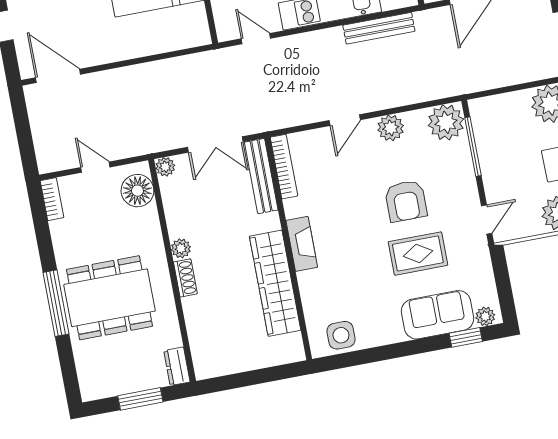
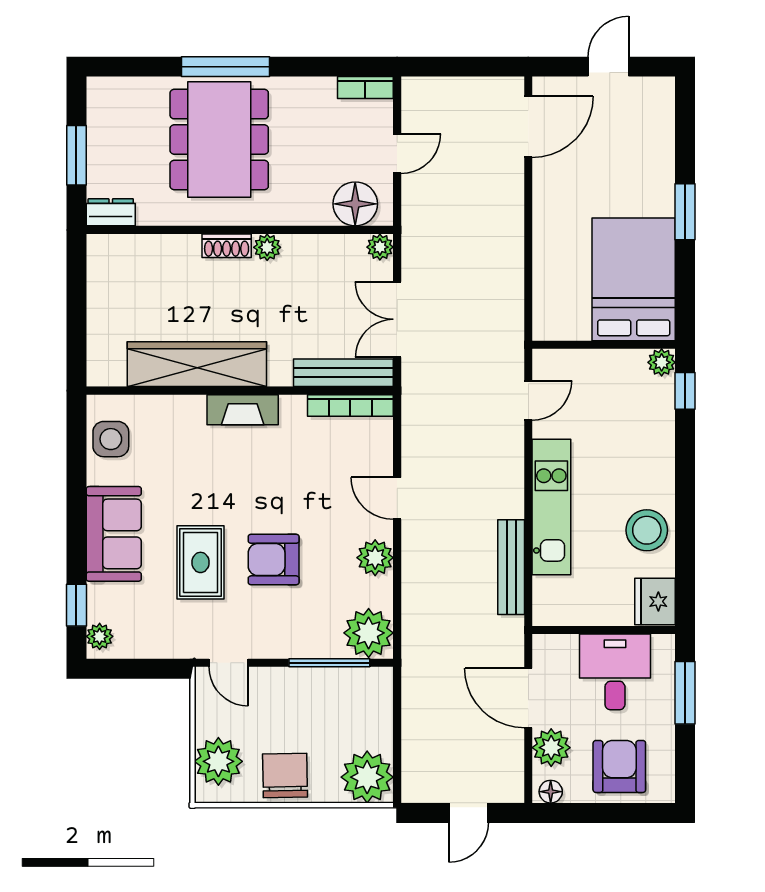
sofa: (438, 315) -> (114, 534), moved

